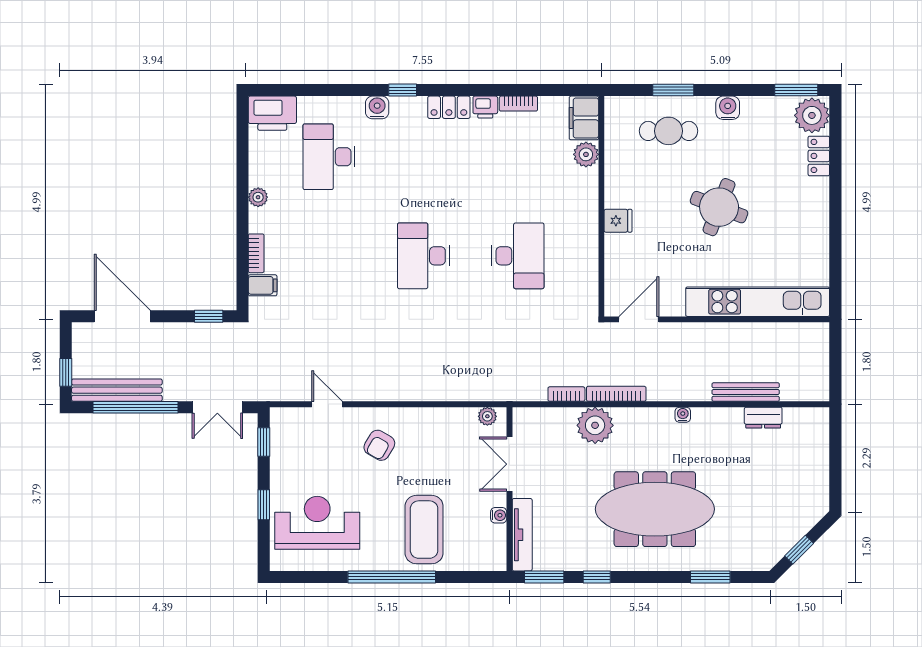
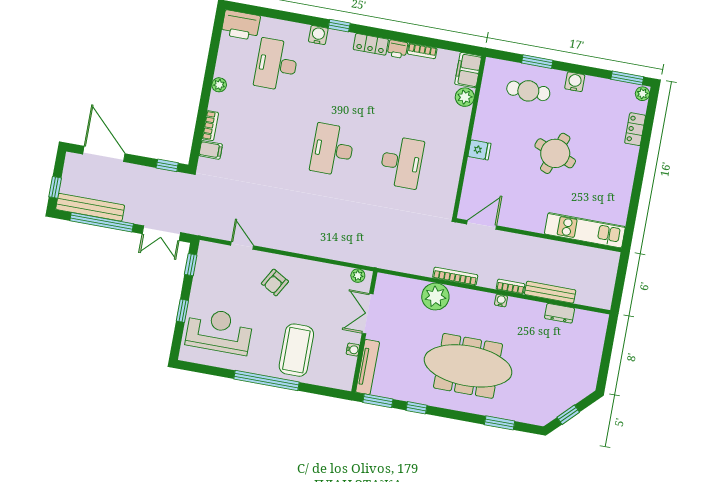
plant: (812, 115) -> (642, 94), width x0.53, depth x0.53
kitchen unit: (758, 302) -> (585, 230), width x0.73
bookcase: (566, 394) -> (510, 287), moved

